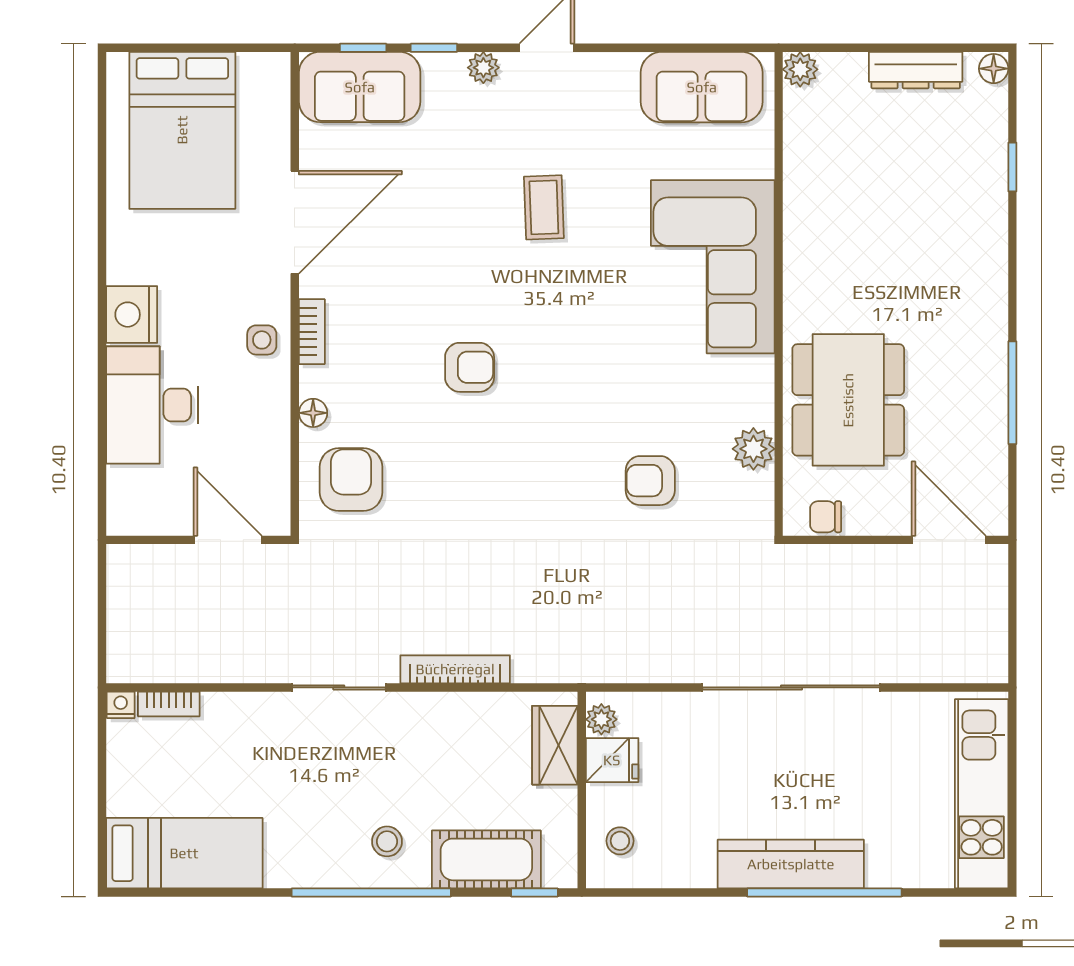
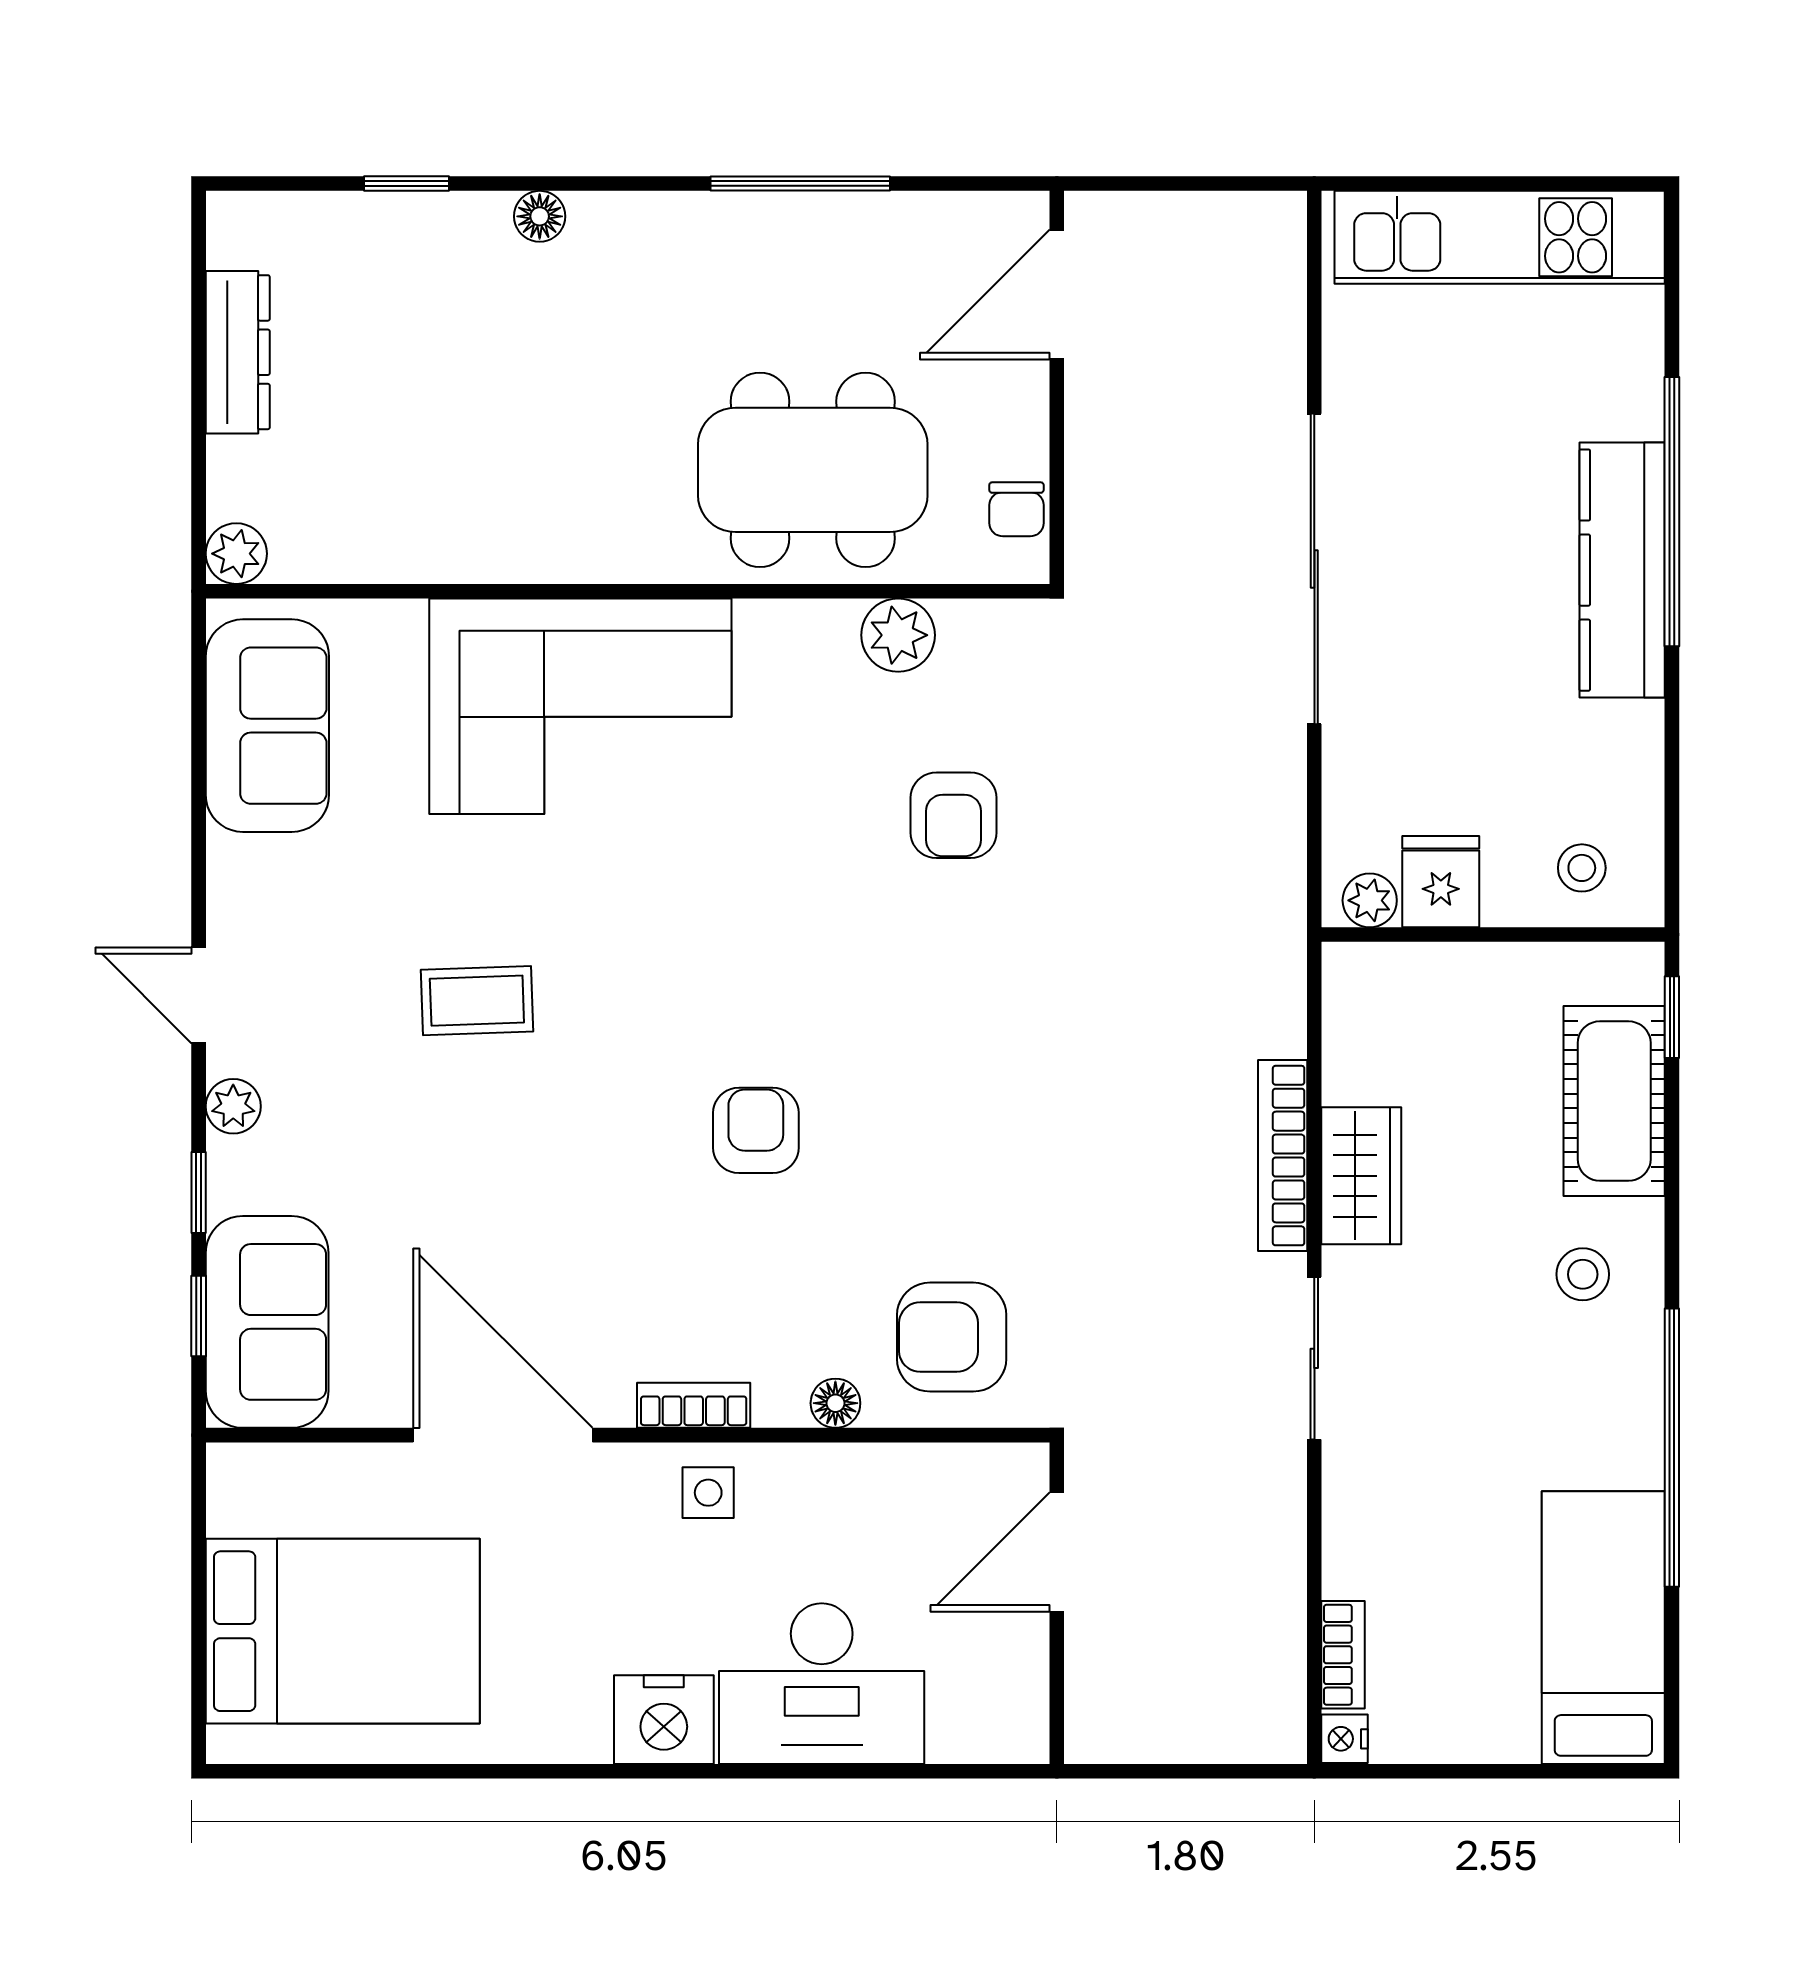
floor lamp: (994, 69) -> (540, 216), moved
wardrobe: (555, 745) -> (1361, 1176), moved, turned -90
window: (371, 893) -> (1672, 1448), moved

